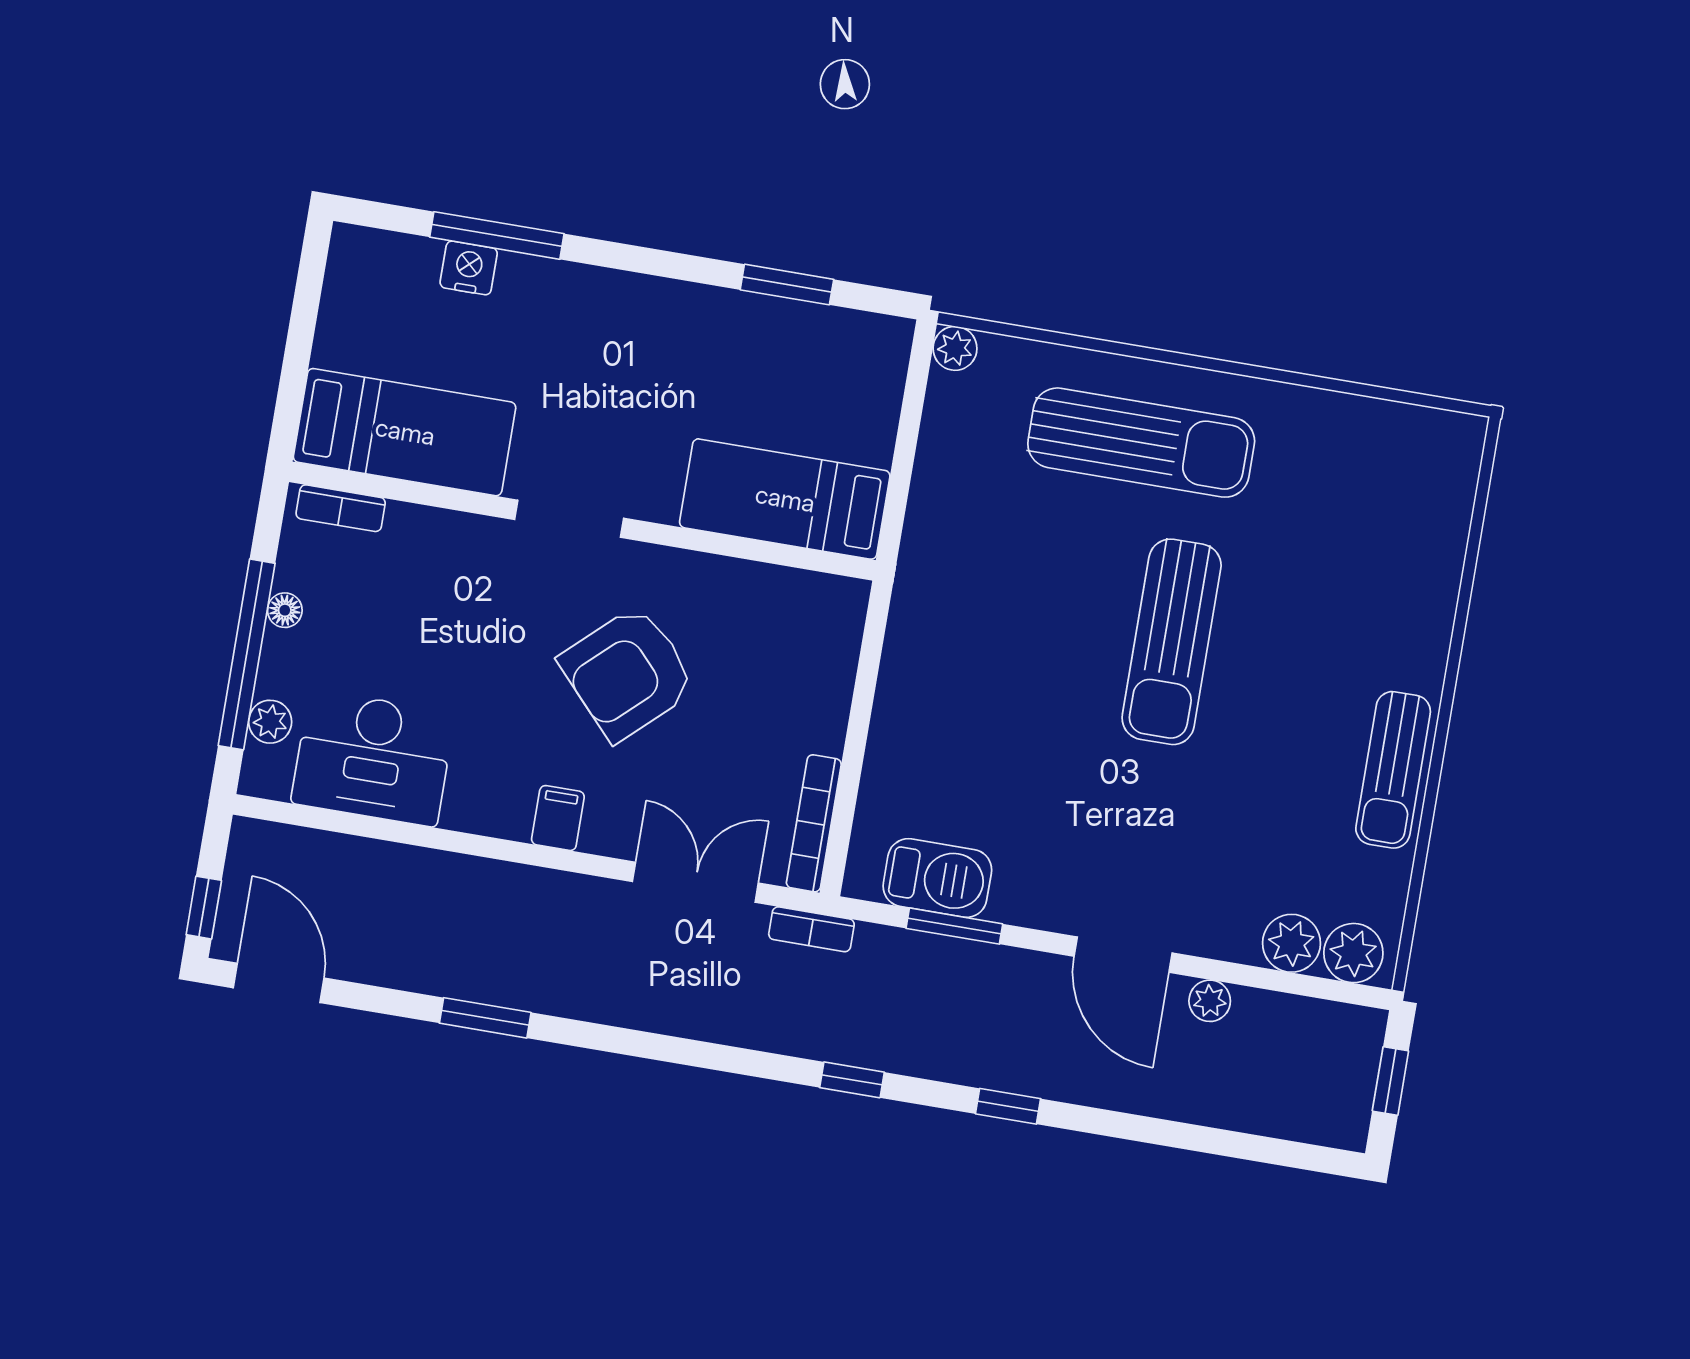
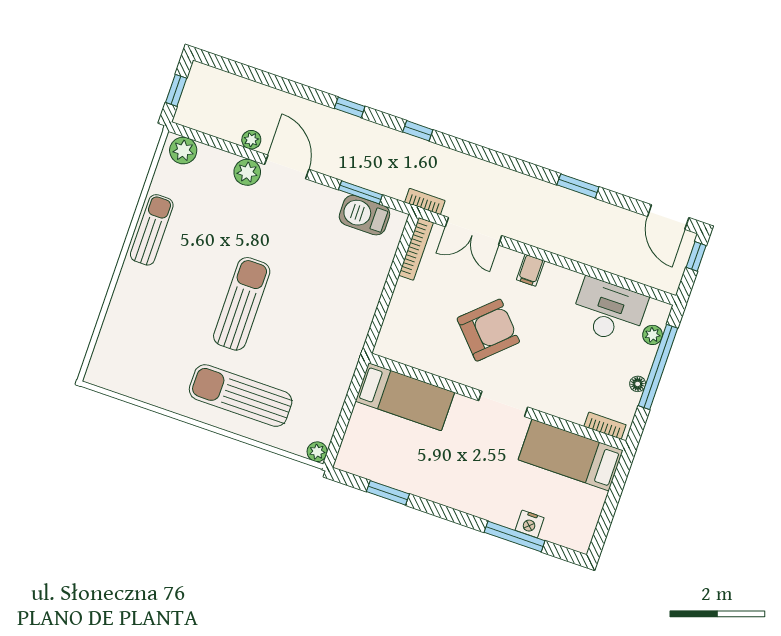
plant: (1291, 943) -> (247, 172), moved

